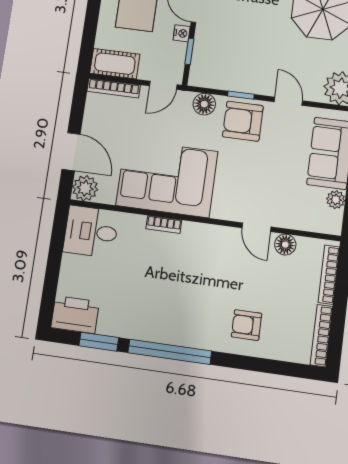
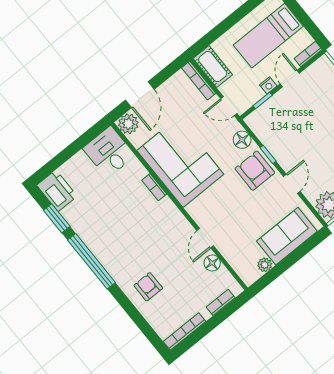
bookcase: (329, 275) -> (221, 302), width x0.64

